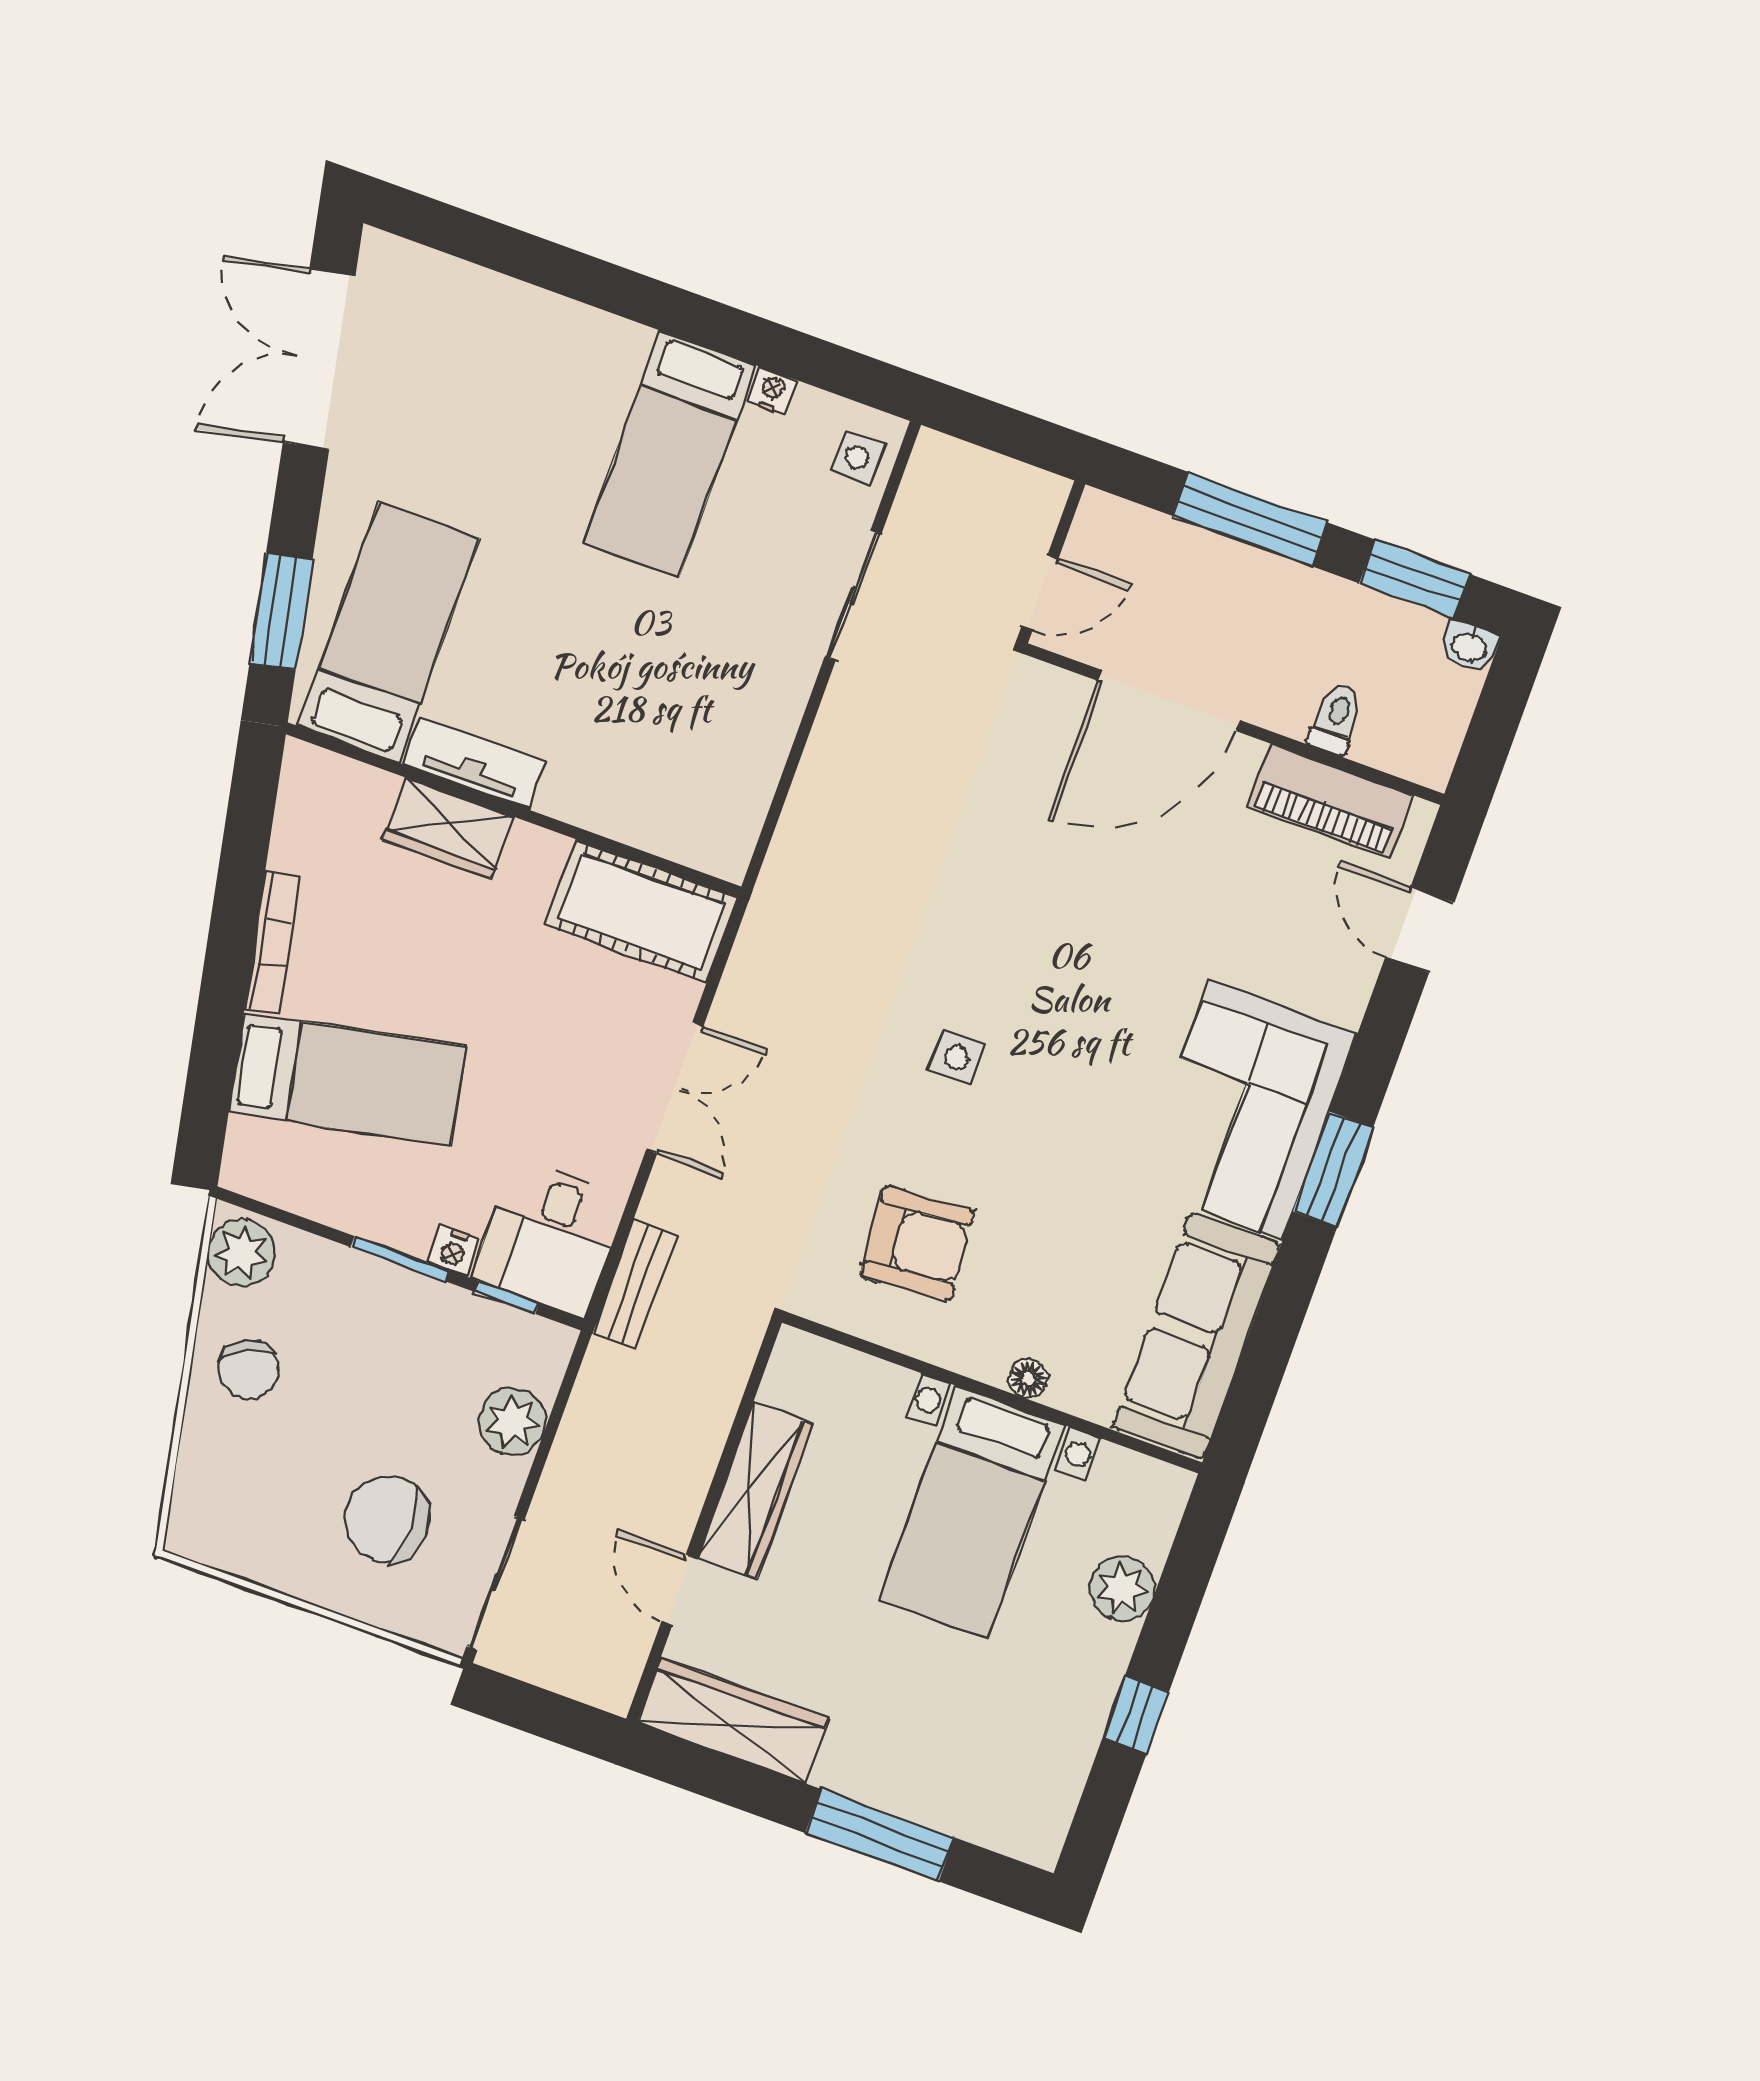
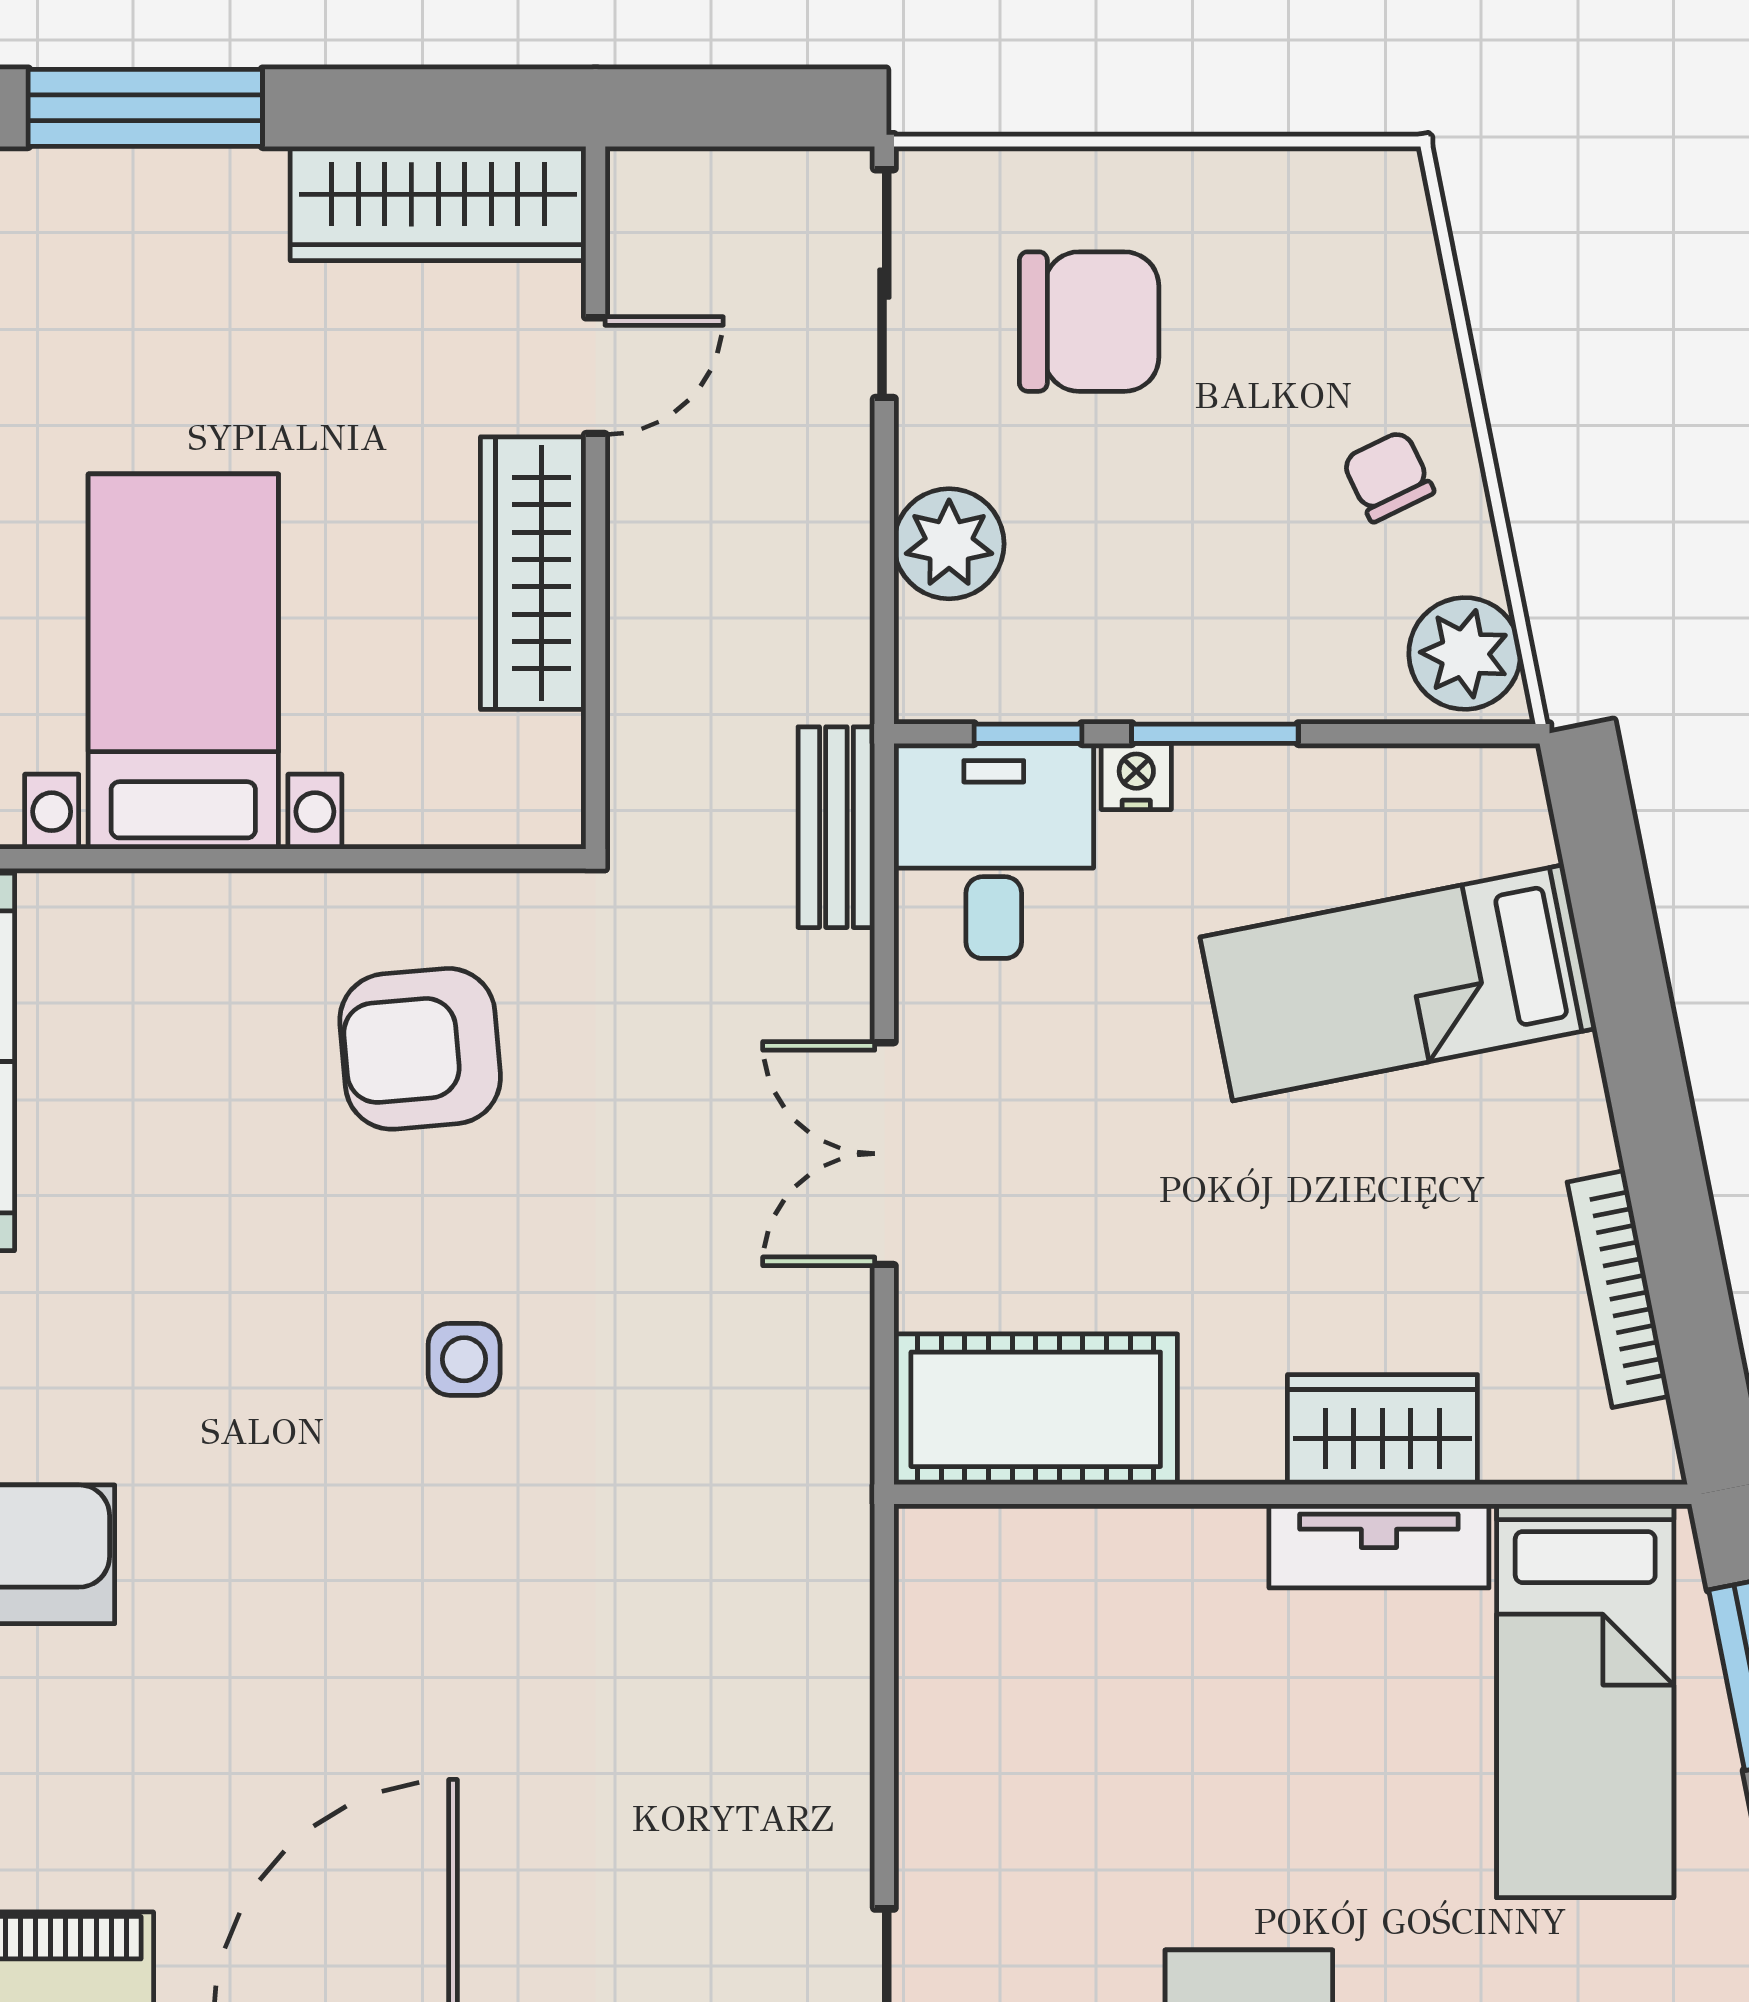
bookcase: (272, 942) -> (1619, 1289), moved
chair: (249, 1370) -> (1388, 476), width x0.73, depth x0.73
floor lamp: (1028, 1379) -> (172, 901), removed
door: (679, 1590) -> (595, 376), hinge flipped

